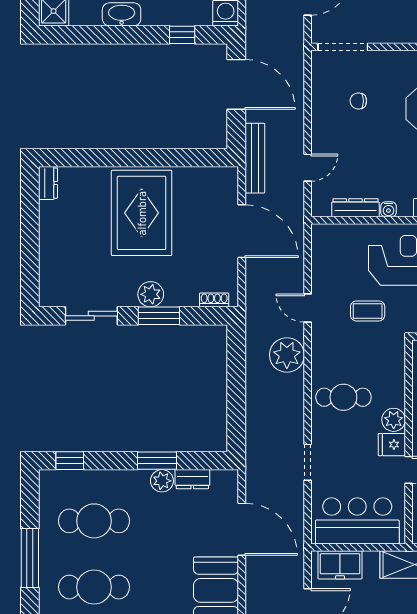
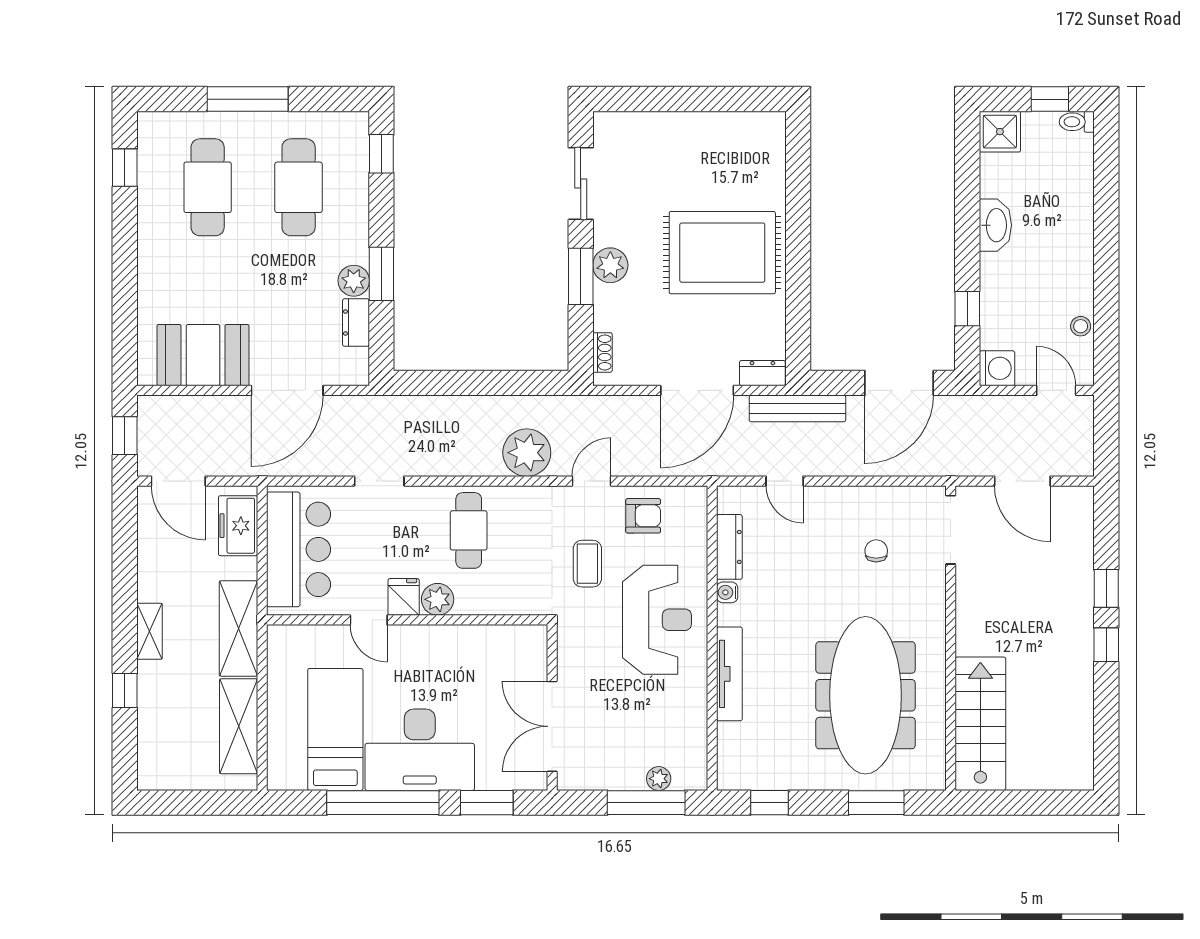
dresser: (48, 183) -> (762, 373), moved, turned 180
armchair: (333, 270) -> (643, 516), added

